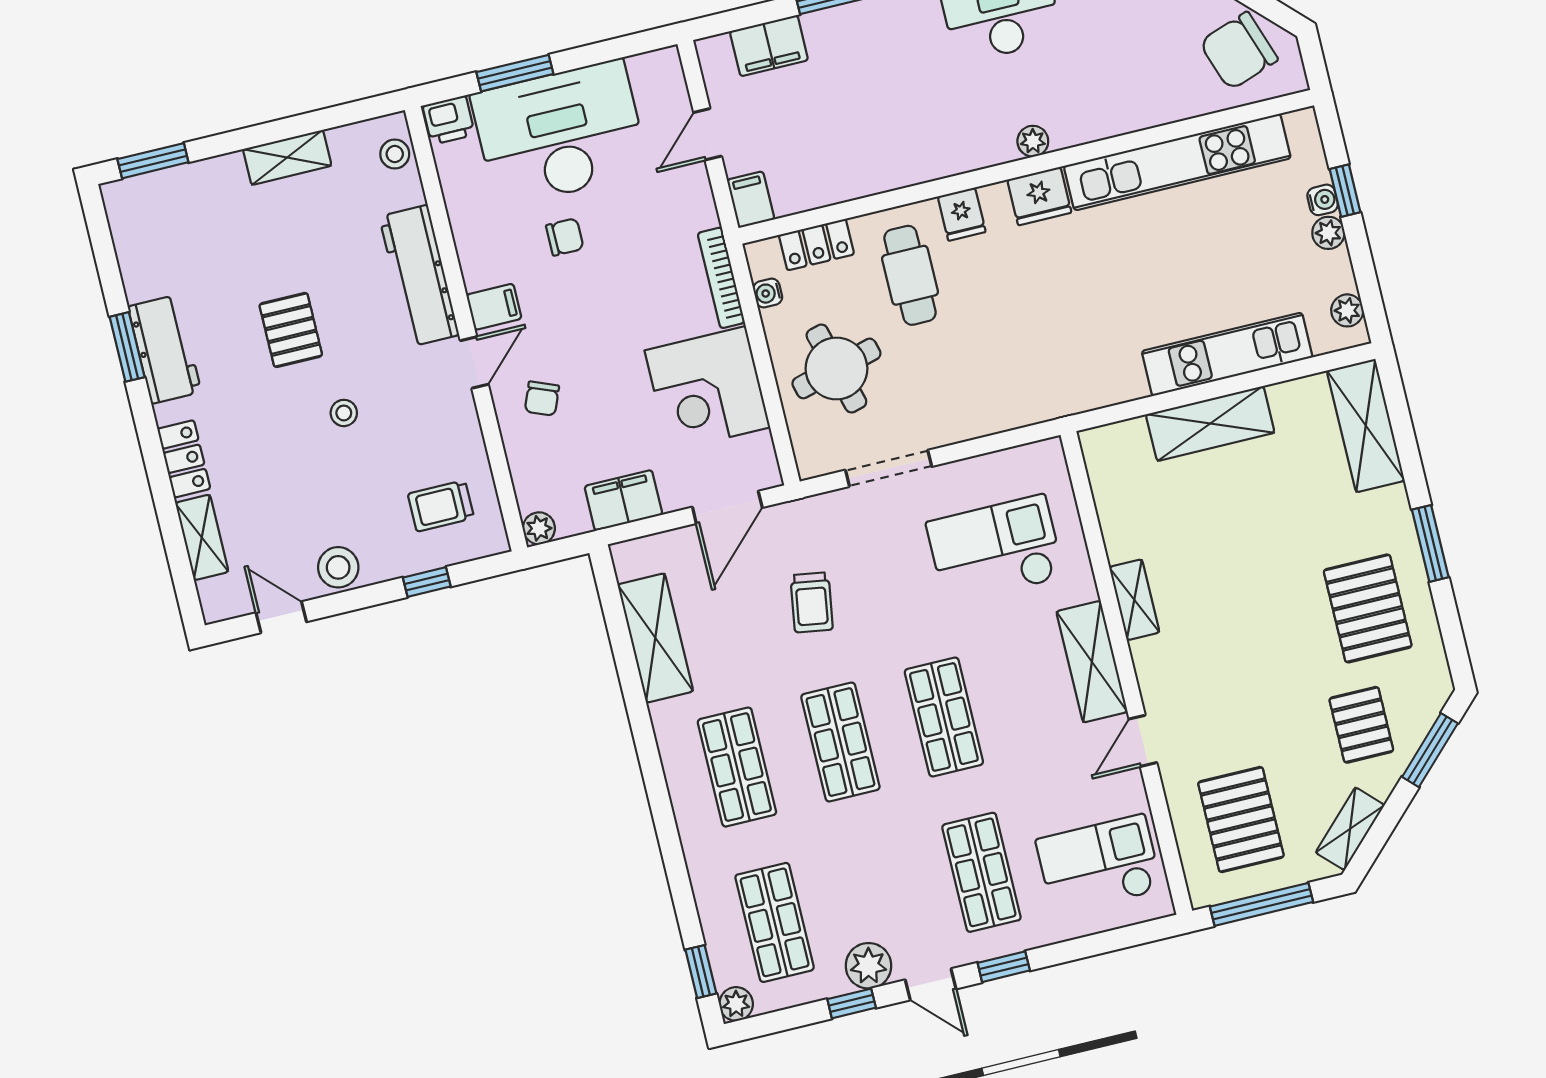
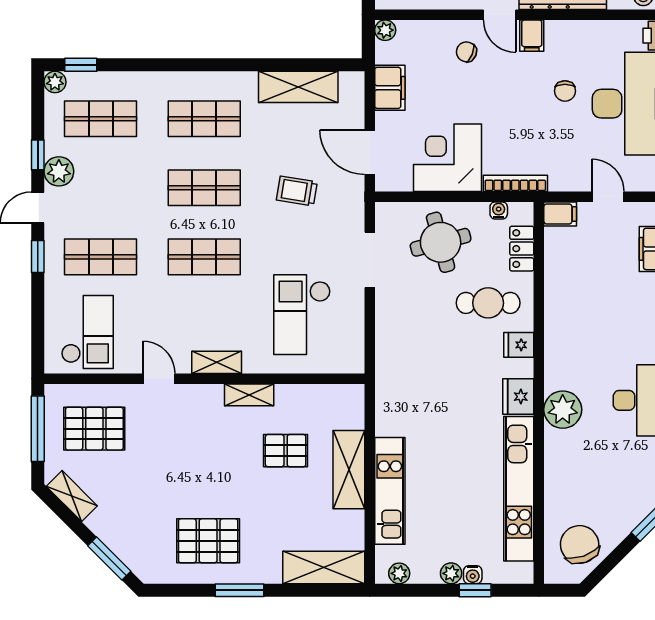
plant: (1033, 141) -> (563, 410), width x1.88, depth x1.88
checkout: (995, 550) -> (302, 315), turned 180
shelving: (1092, 662) -> (217, 362), width x0.67, depth x0.75
pallet: (1361, 725) -> (286, 451), moved

